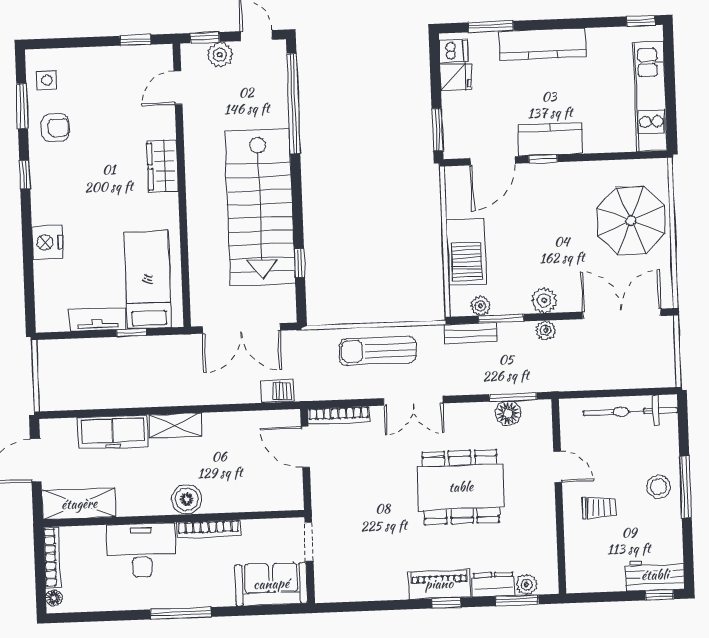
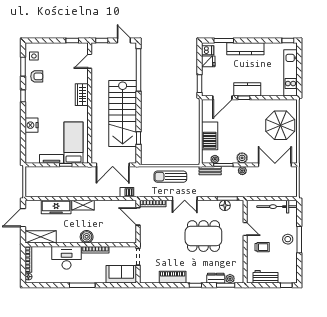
plant: (220, 55) -> (108, 48), removed
workbench: (655, 575) -> (265, 277), moved
piano: (439, 584) -> (173, 277), moved

